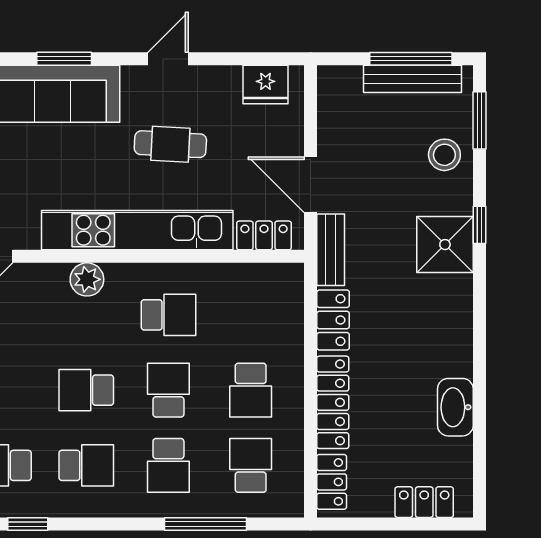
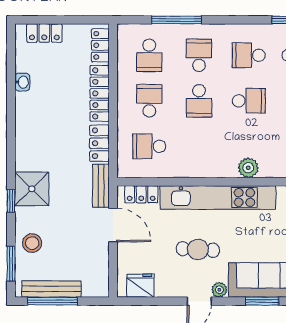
plant: (135, 78) -> (219, 290), added
school desk: (168, 315) -> (149, 146), moved
washbasin: (455, 407) -> (22, 82), width x0.52, depth x0.69

